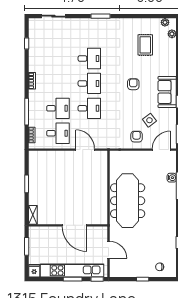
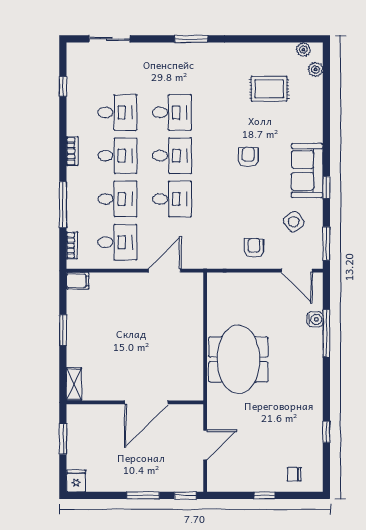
rug: (145, 45) -> (269, 89), turned 90
desk: (58, 59) -> (117, 112), added
desk: (58, 83) -> (117, 156), added
side table: (149, 120) -> (294, 222), moved
door: (85, 150) -> (165, 271), hinge flipped
door: (161, 150) -> (297, 271), swing flipped
filing cabinet: (35, 155) -> (78, 281), added
meeting table: (128, 201) -> (238, 359), width x0.73
door: (75, 225) -> (146, 402), hinge flipped
door: (108, 250) -> (205, 445), hinge flipped
kitchen unit: (72, 270) -> (142, 481), removed

